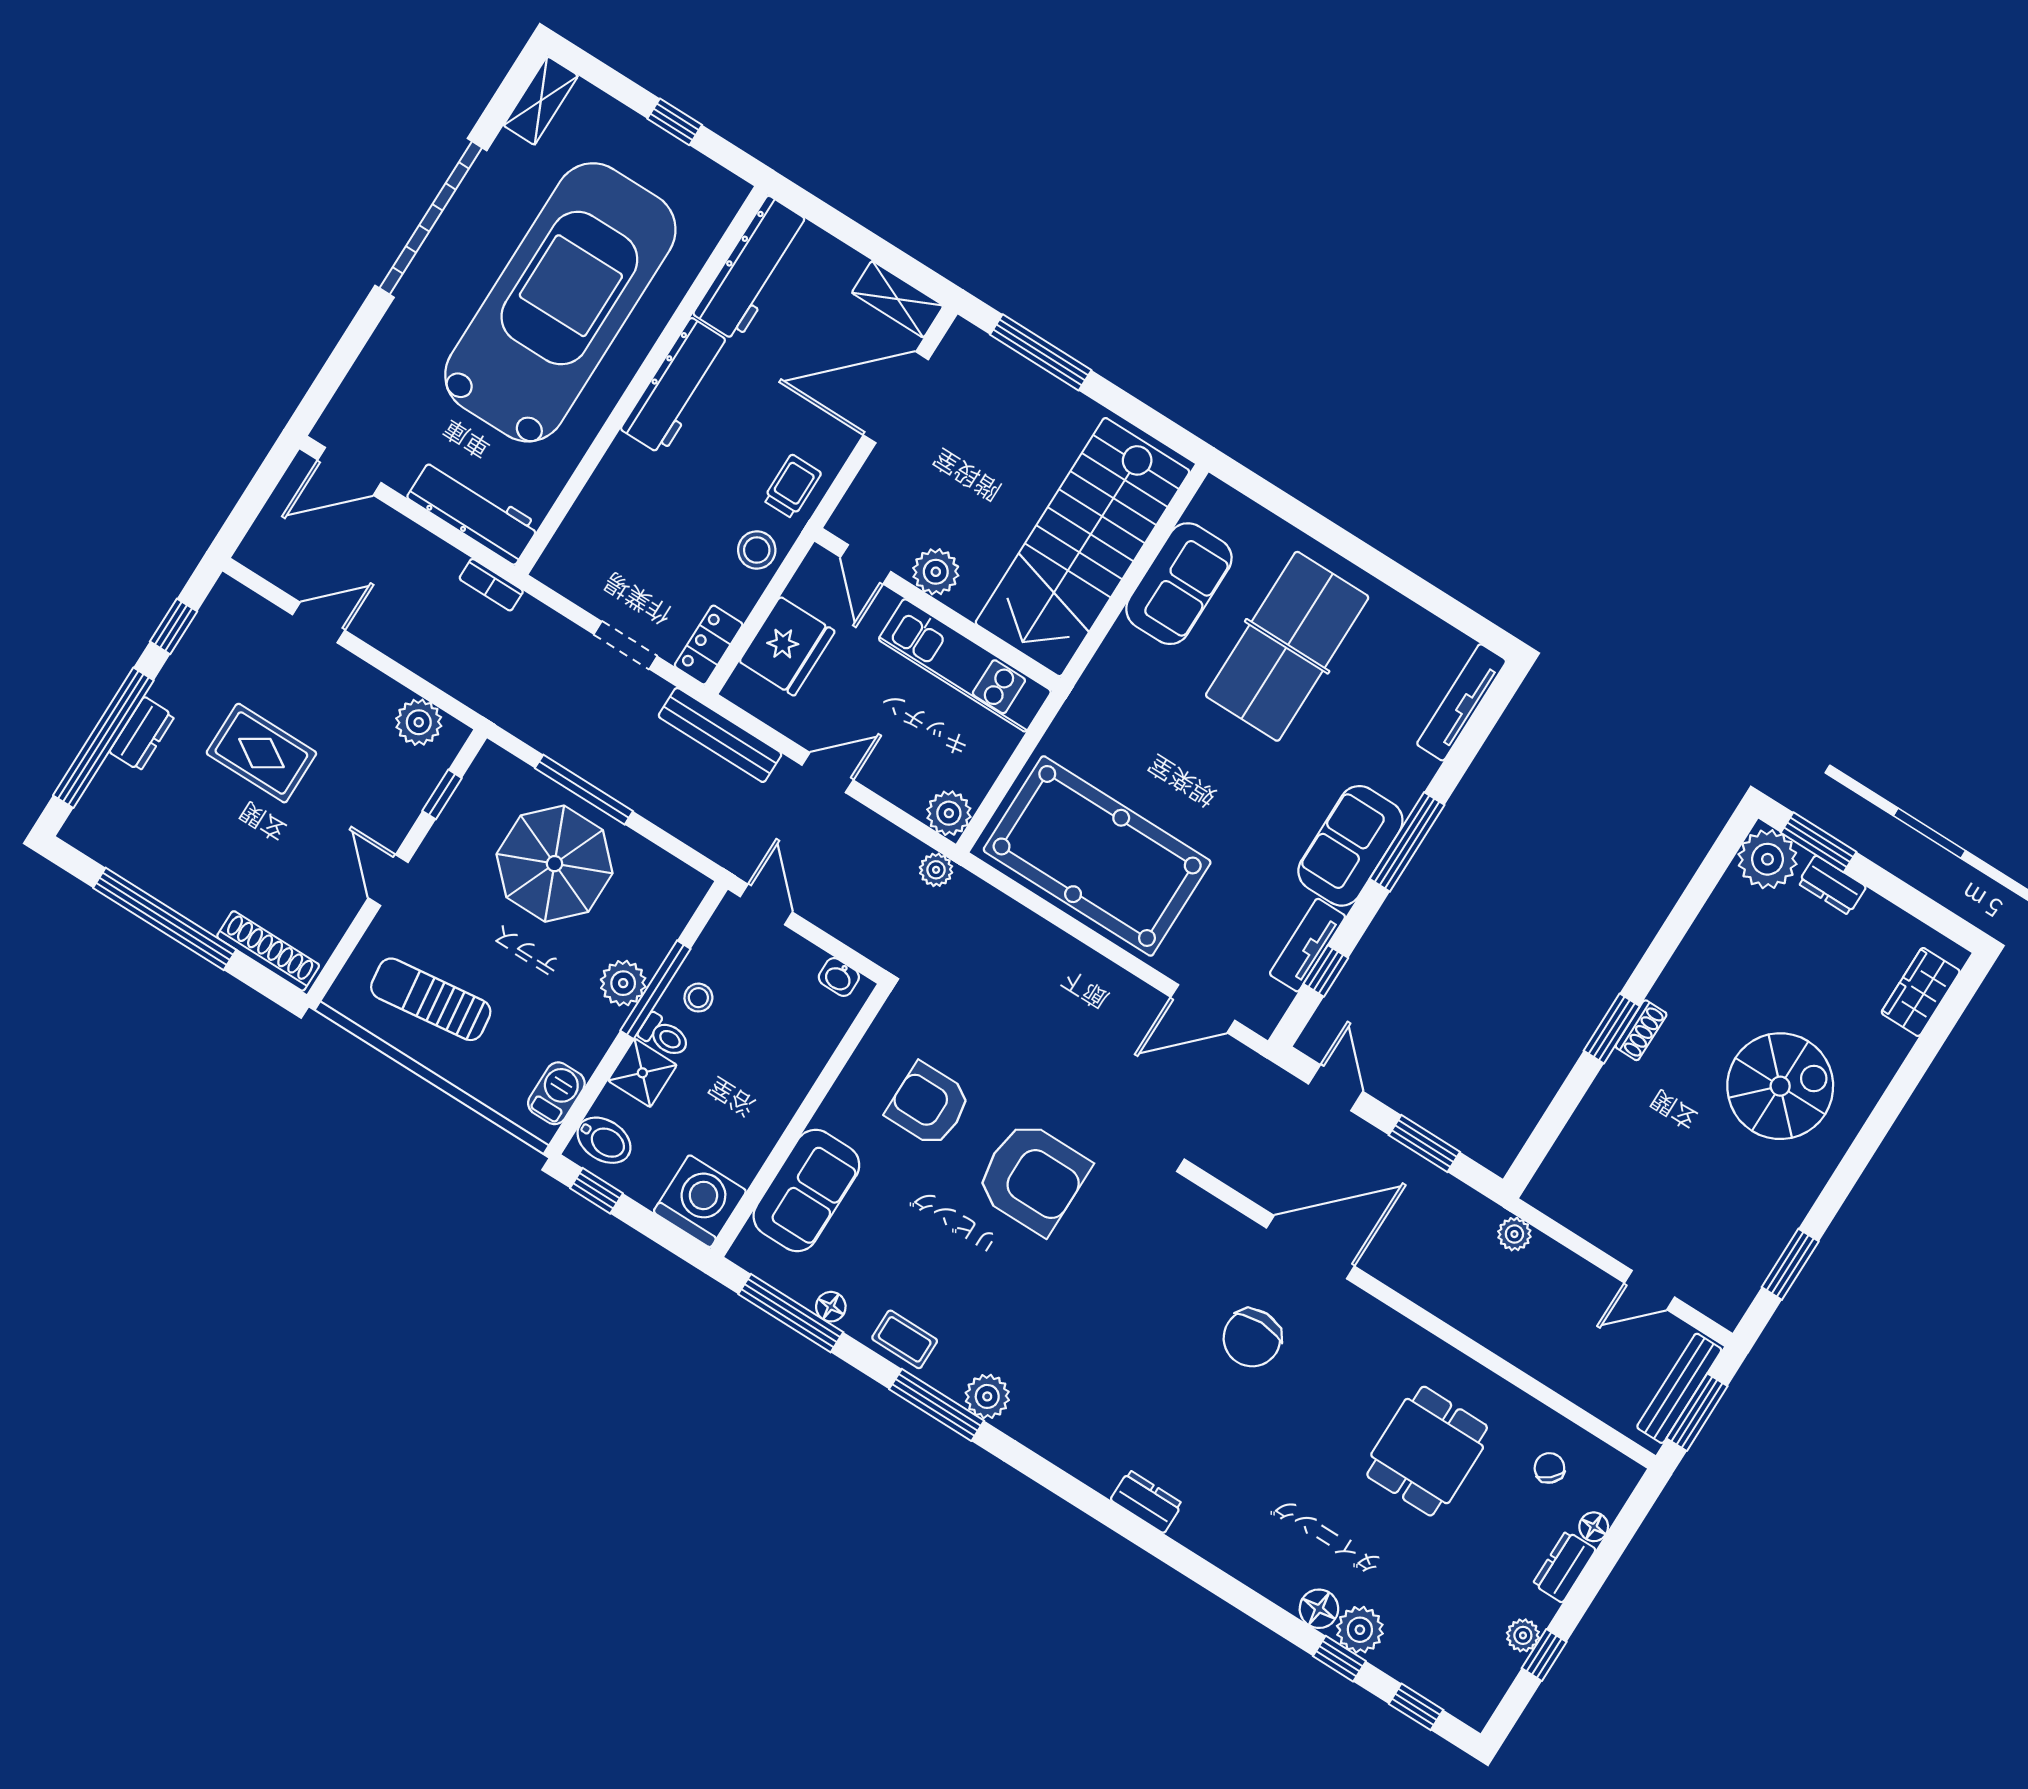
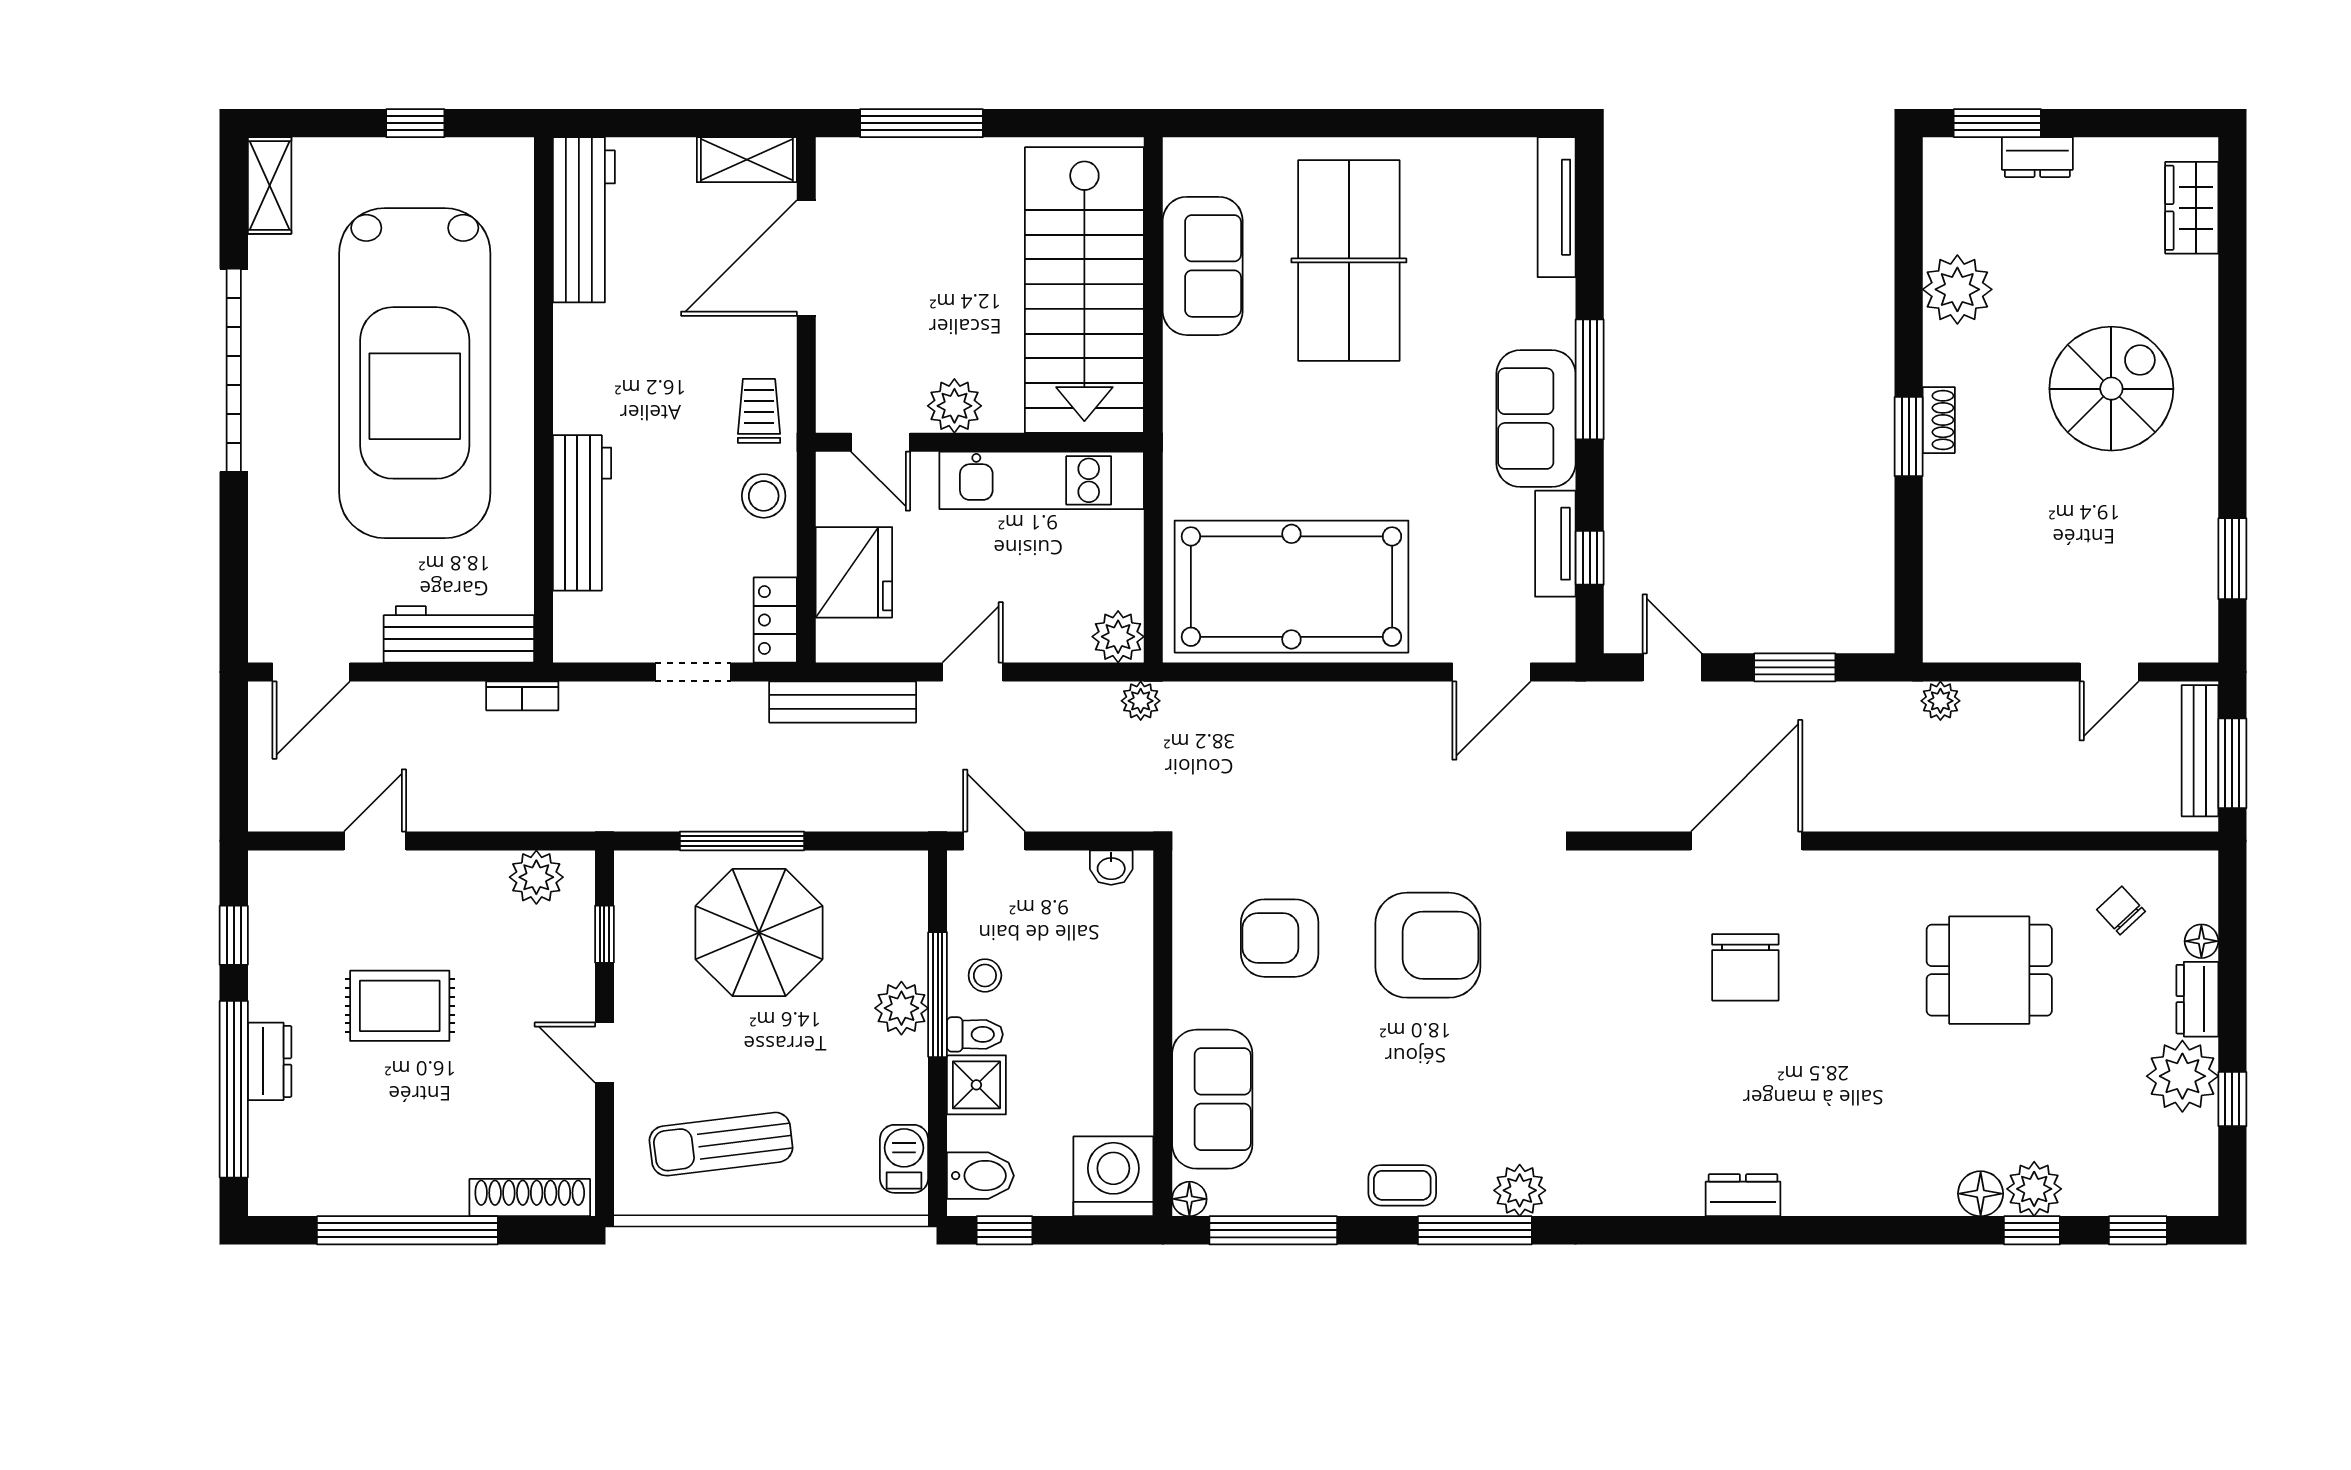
car: (560, 302) -> (415, 373), turned 180
workbench: (676, 386) -> (582, 513), moved
plant: (1767, 859) -> (1957, 289), moved
floor lamp: (831, 1307) -> (1189, 1199), moved
dining table: (1427, 1451) -> (1989, 970), turned 90
plant: (1523, 1635) -> (2182, 1076), width x1.87, depth x1.87

